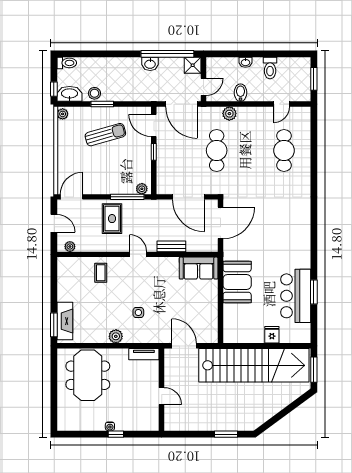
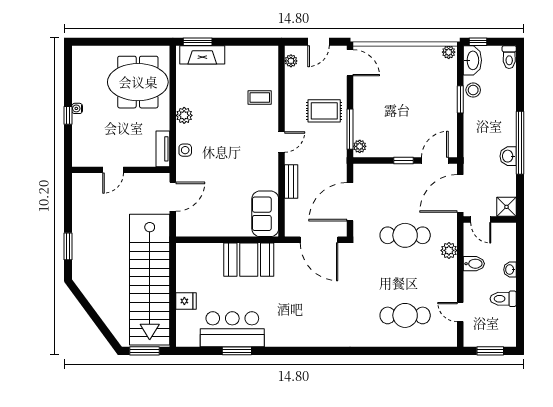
window: (167, 54) -> (520, 143), moved
sun lounger: (105, 135) -> (424, 103), removed
side table: (138, 312) -> (185, 150), moved

